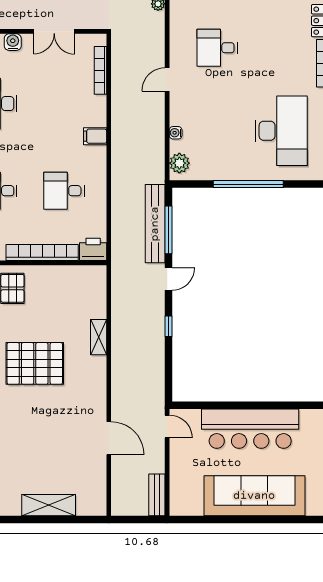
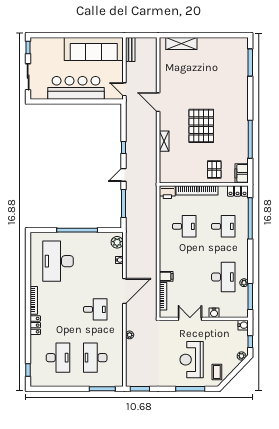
door: (167, 79) -> (124, 291), width x1.87
filing cabinet: (95, 136) -> (166, 276), moved
bench: (155, 224) -> (131, 207), removed
pallet: (35, 363) -> (201, 126), turned 90
door: (109, 438) -> (158, 102), moved
sofa: (254, 496) -> (94, 49), moved
shelving: (49, 505) -> (181, 43), moved

